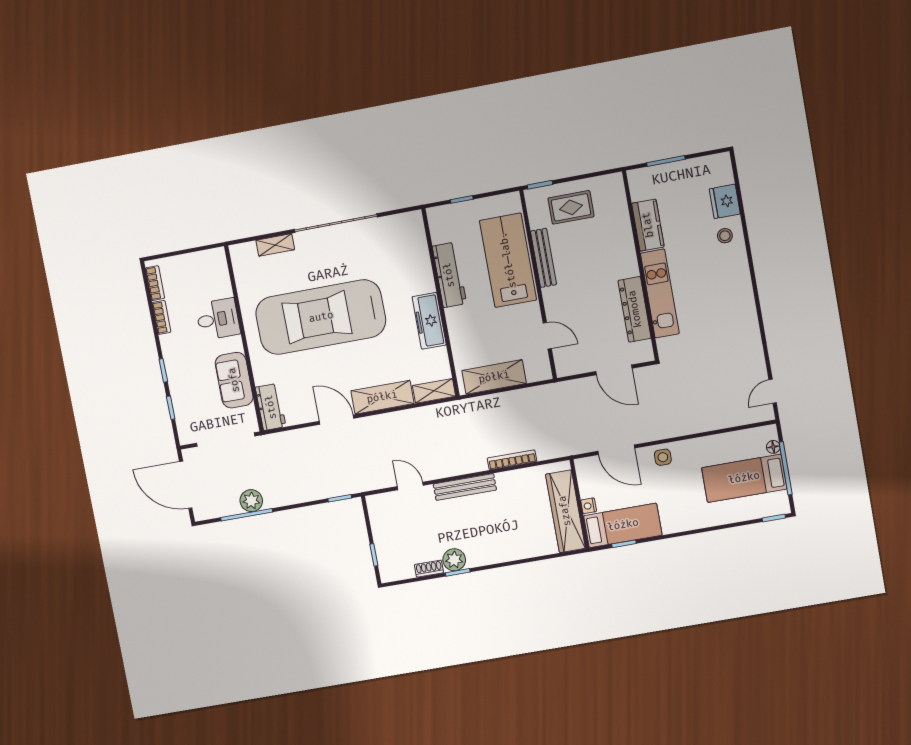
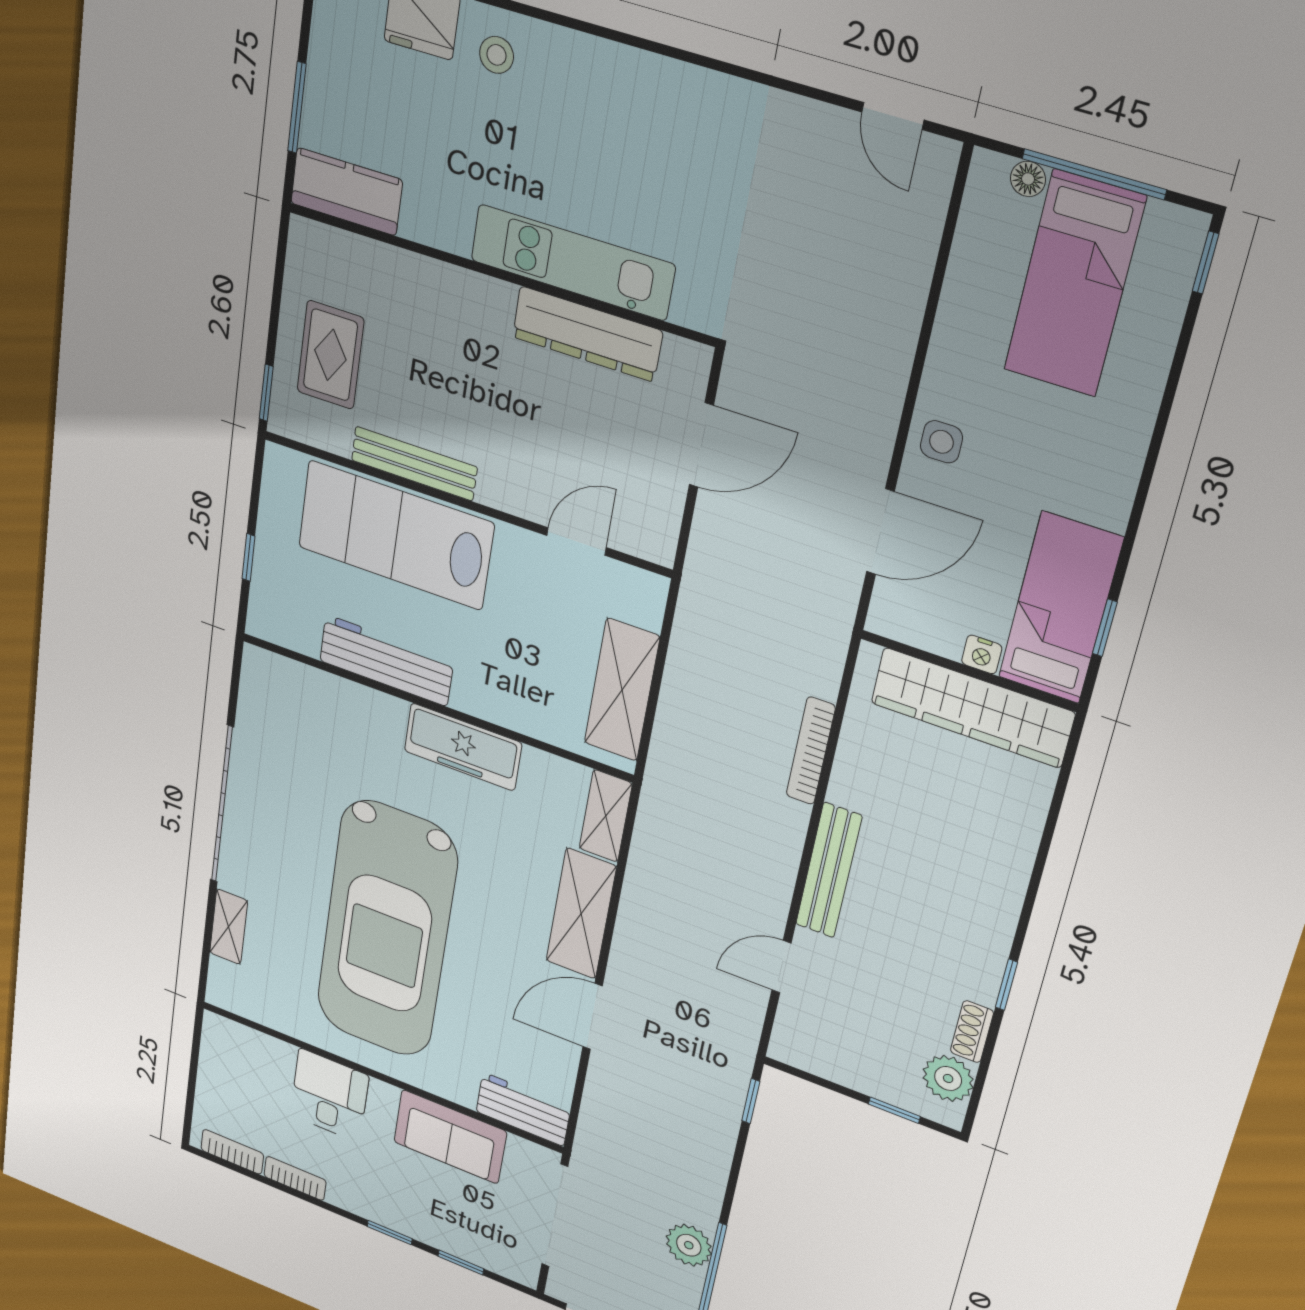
kitchen counter: (648, 225) -> (346, 192), moved
plant: (454, 560) -> (948, 1078), moved

